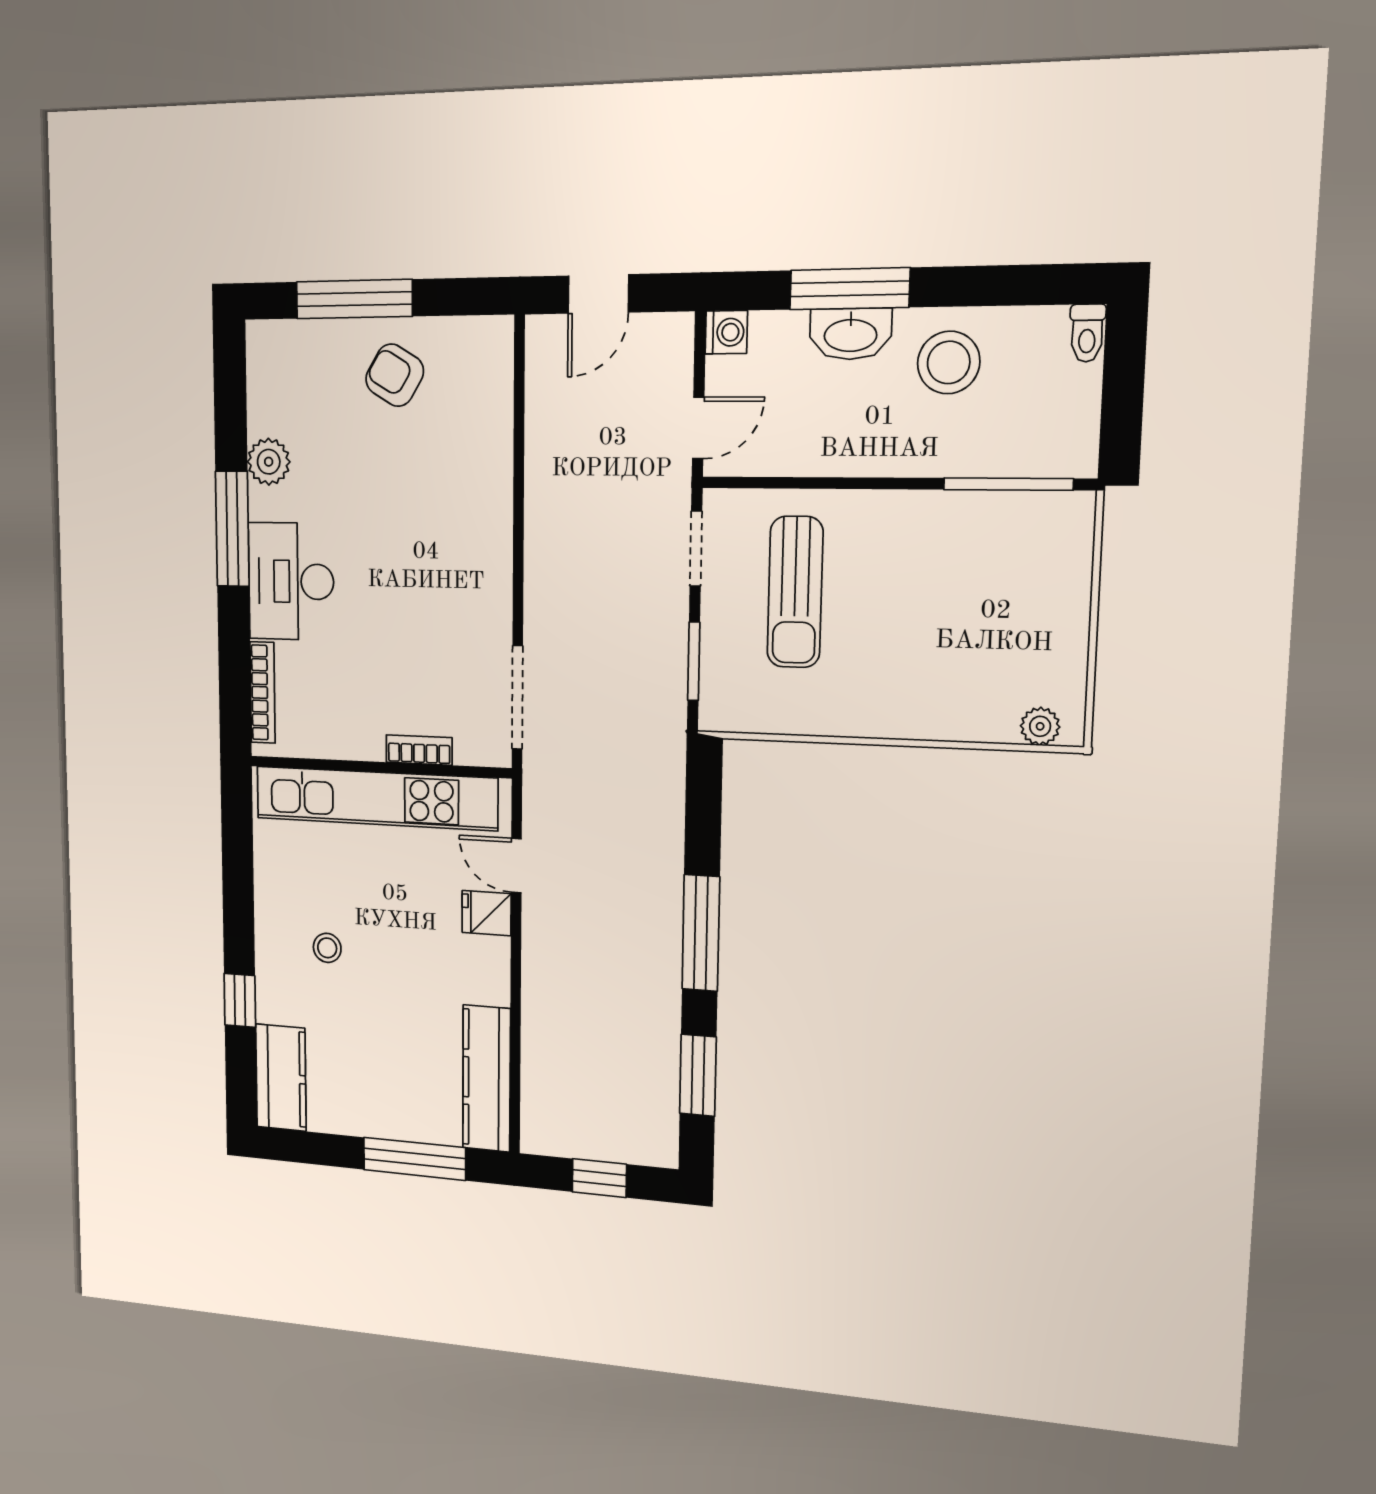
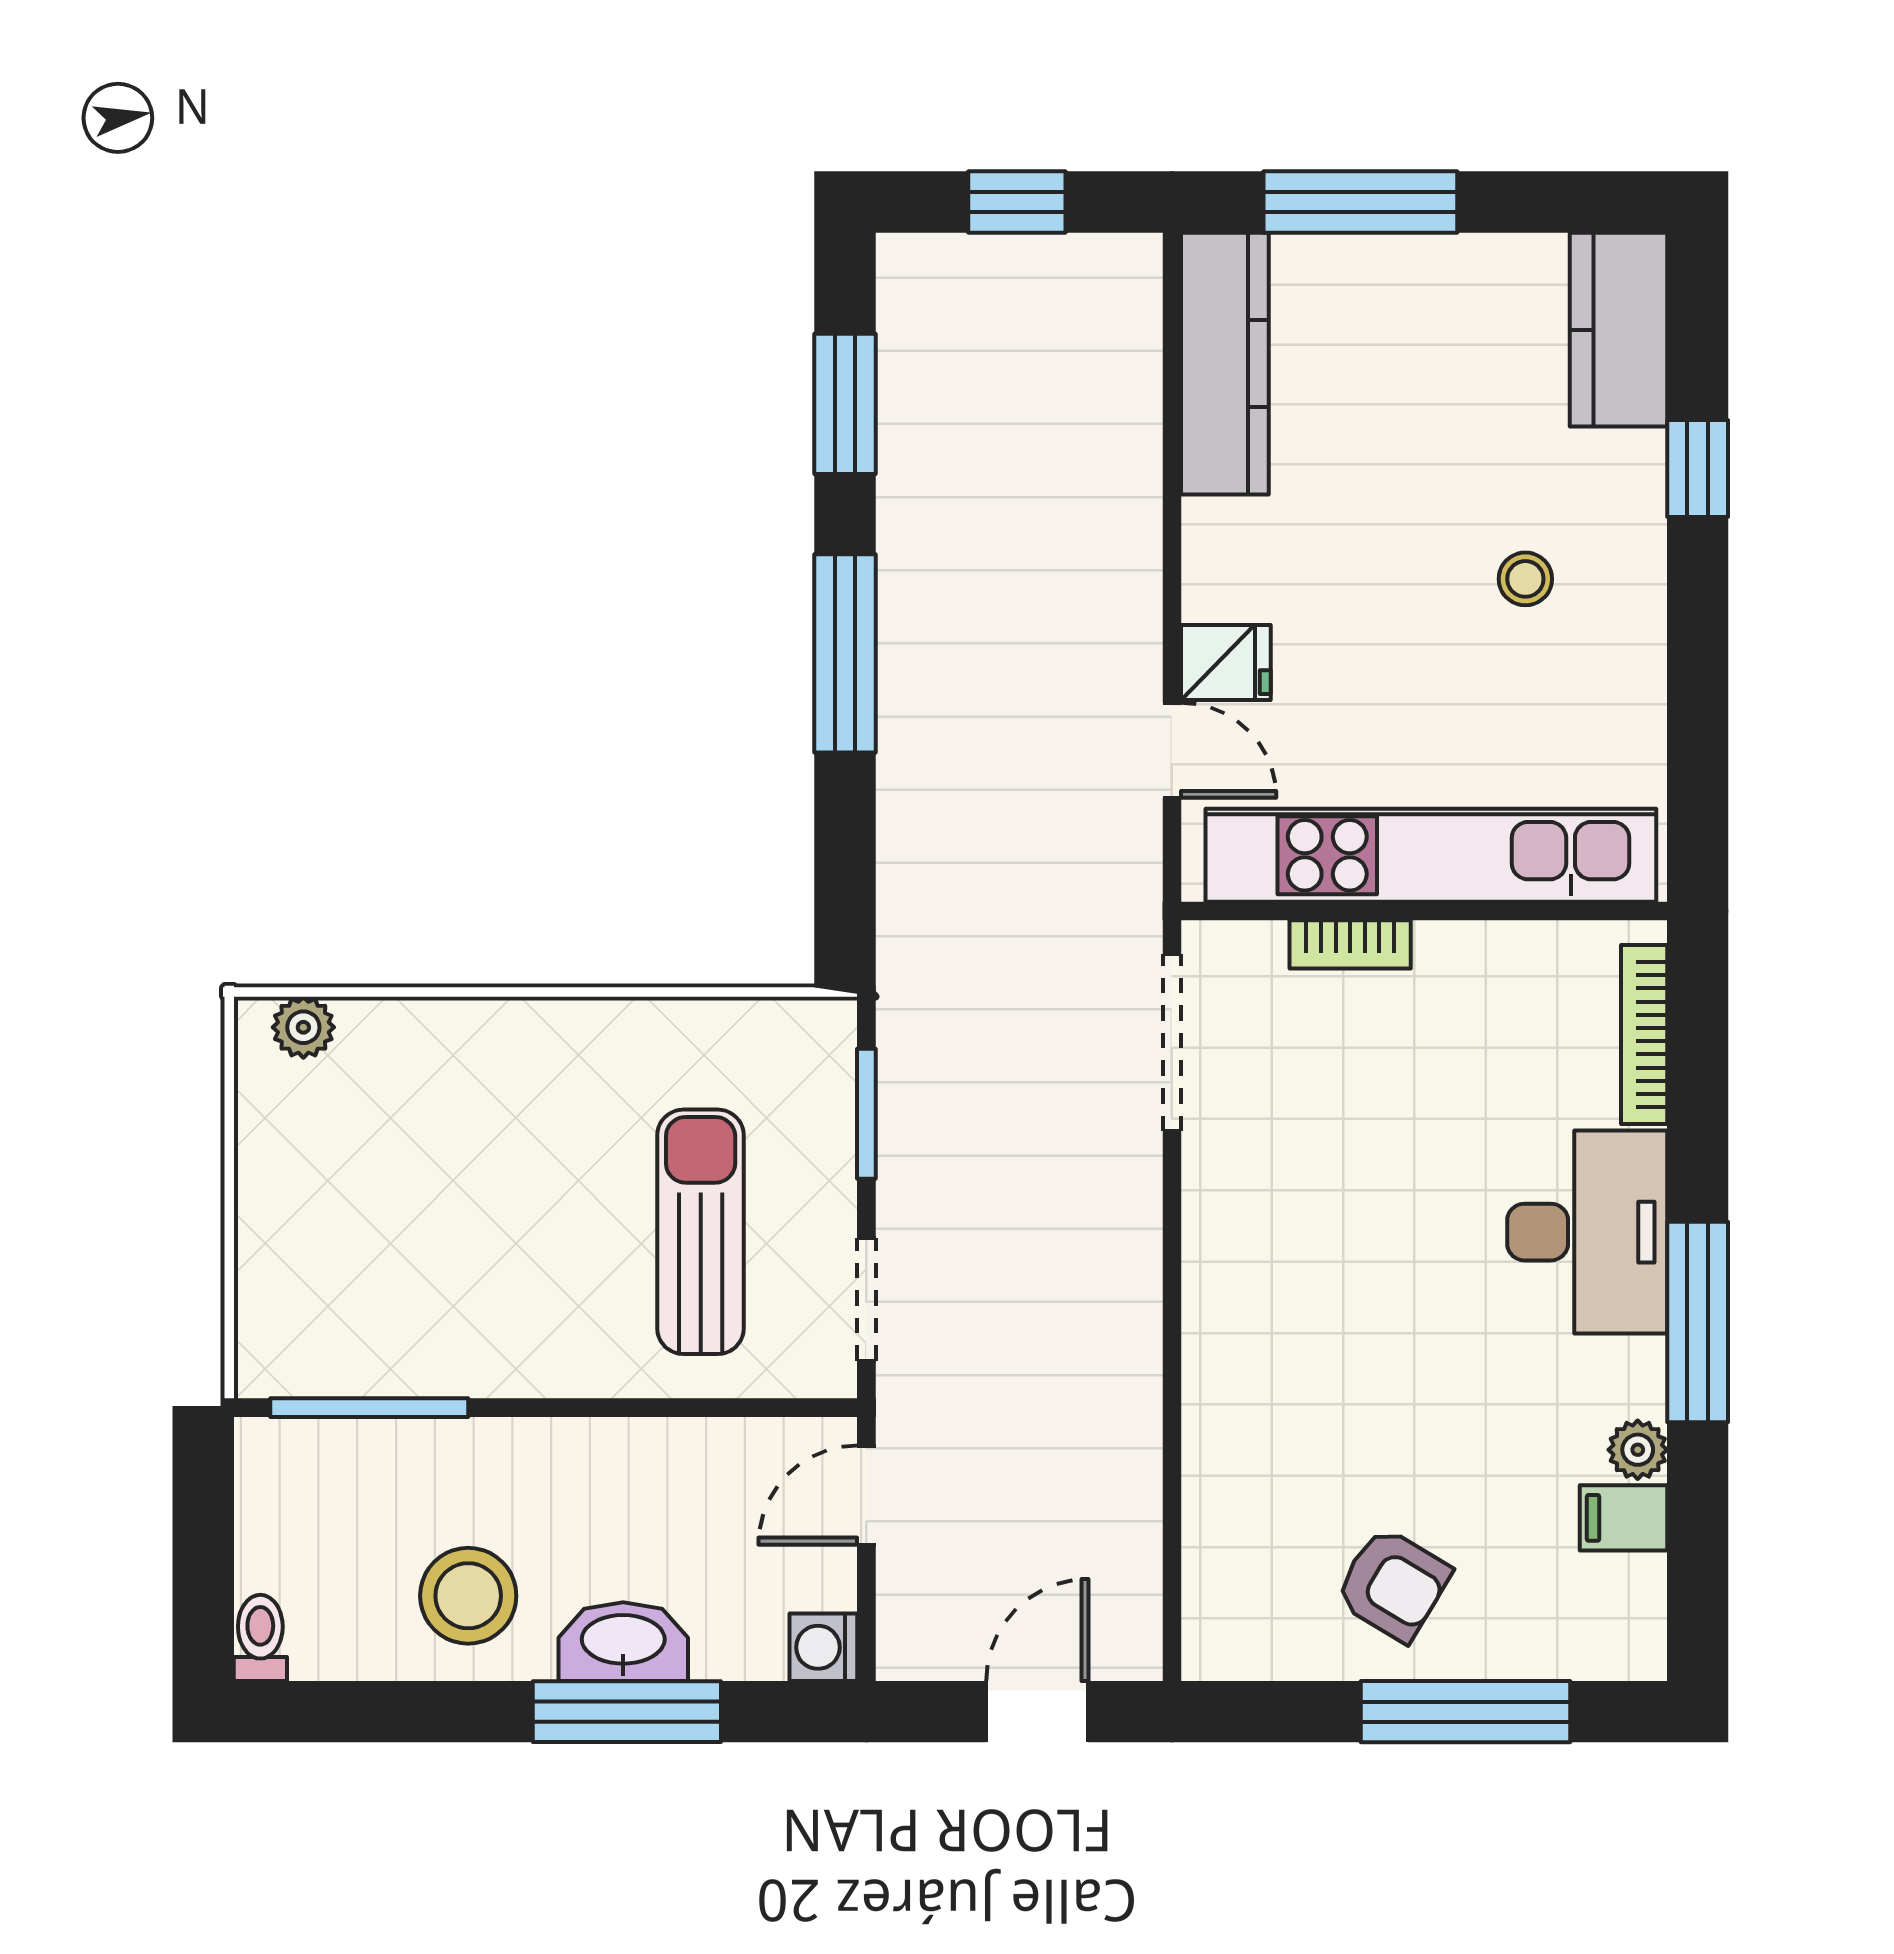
filing cabinet: (270, 415) -> (1624, 1518), added
plant: (269, 462) -> (1638, 1450), width x0.73, depth x0.73

